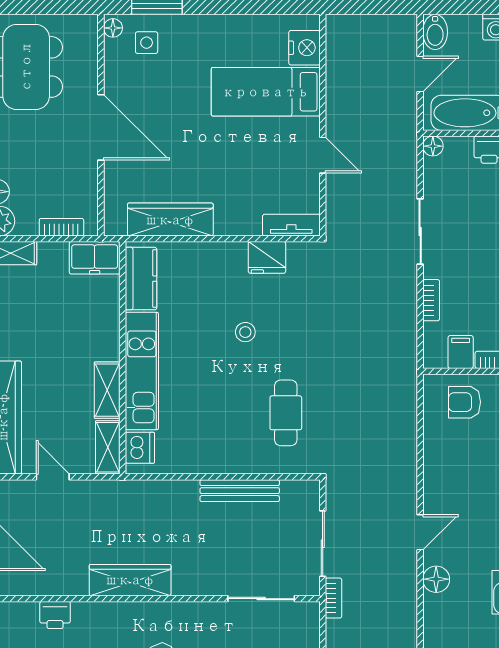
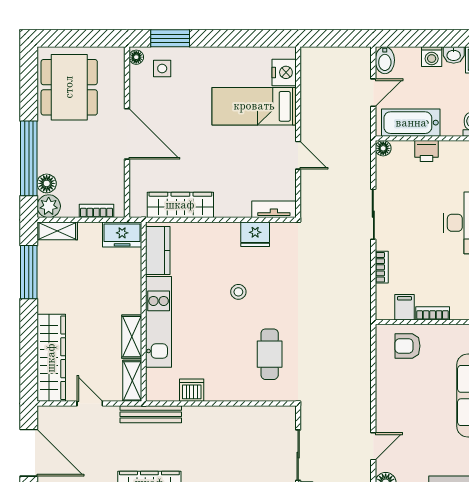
dishwasher: (140, 448) -> (192, 390), moved, turned -90
bench: (240, 491) -> (151, 414), moved

